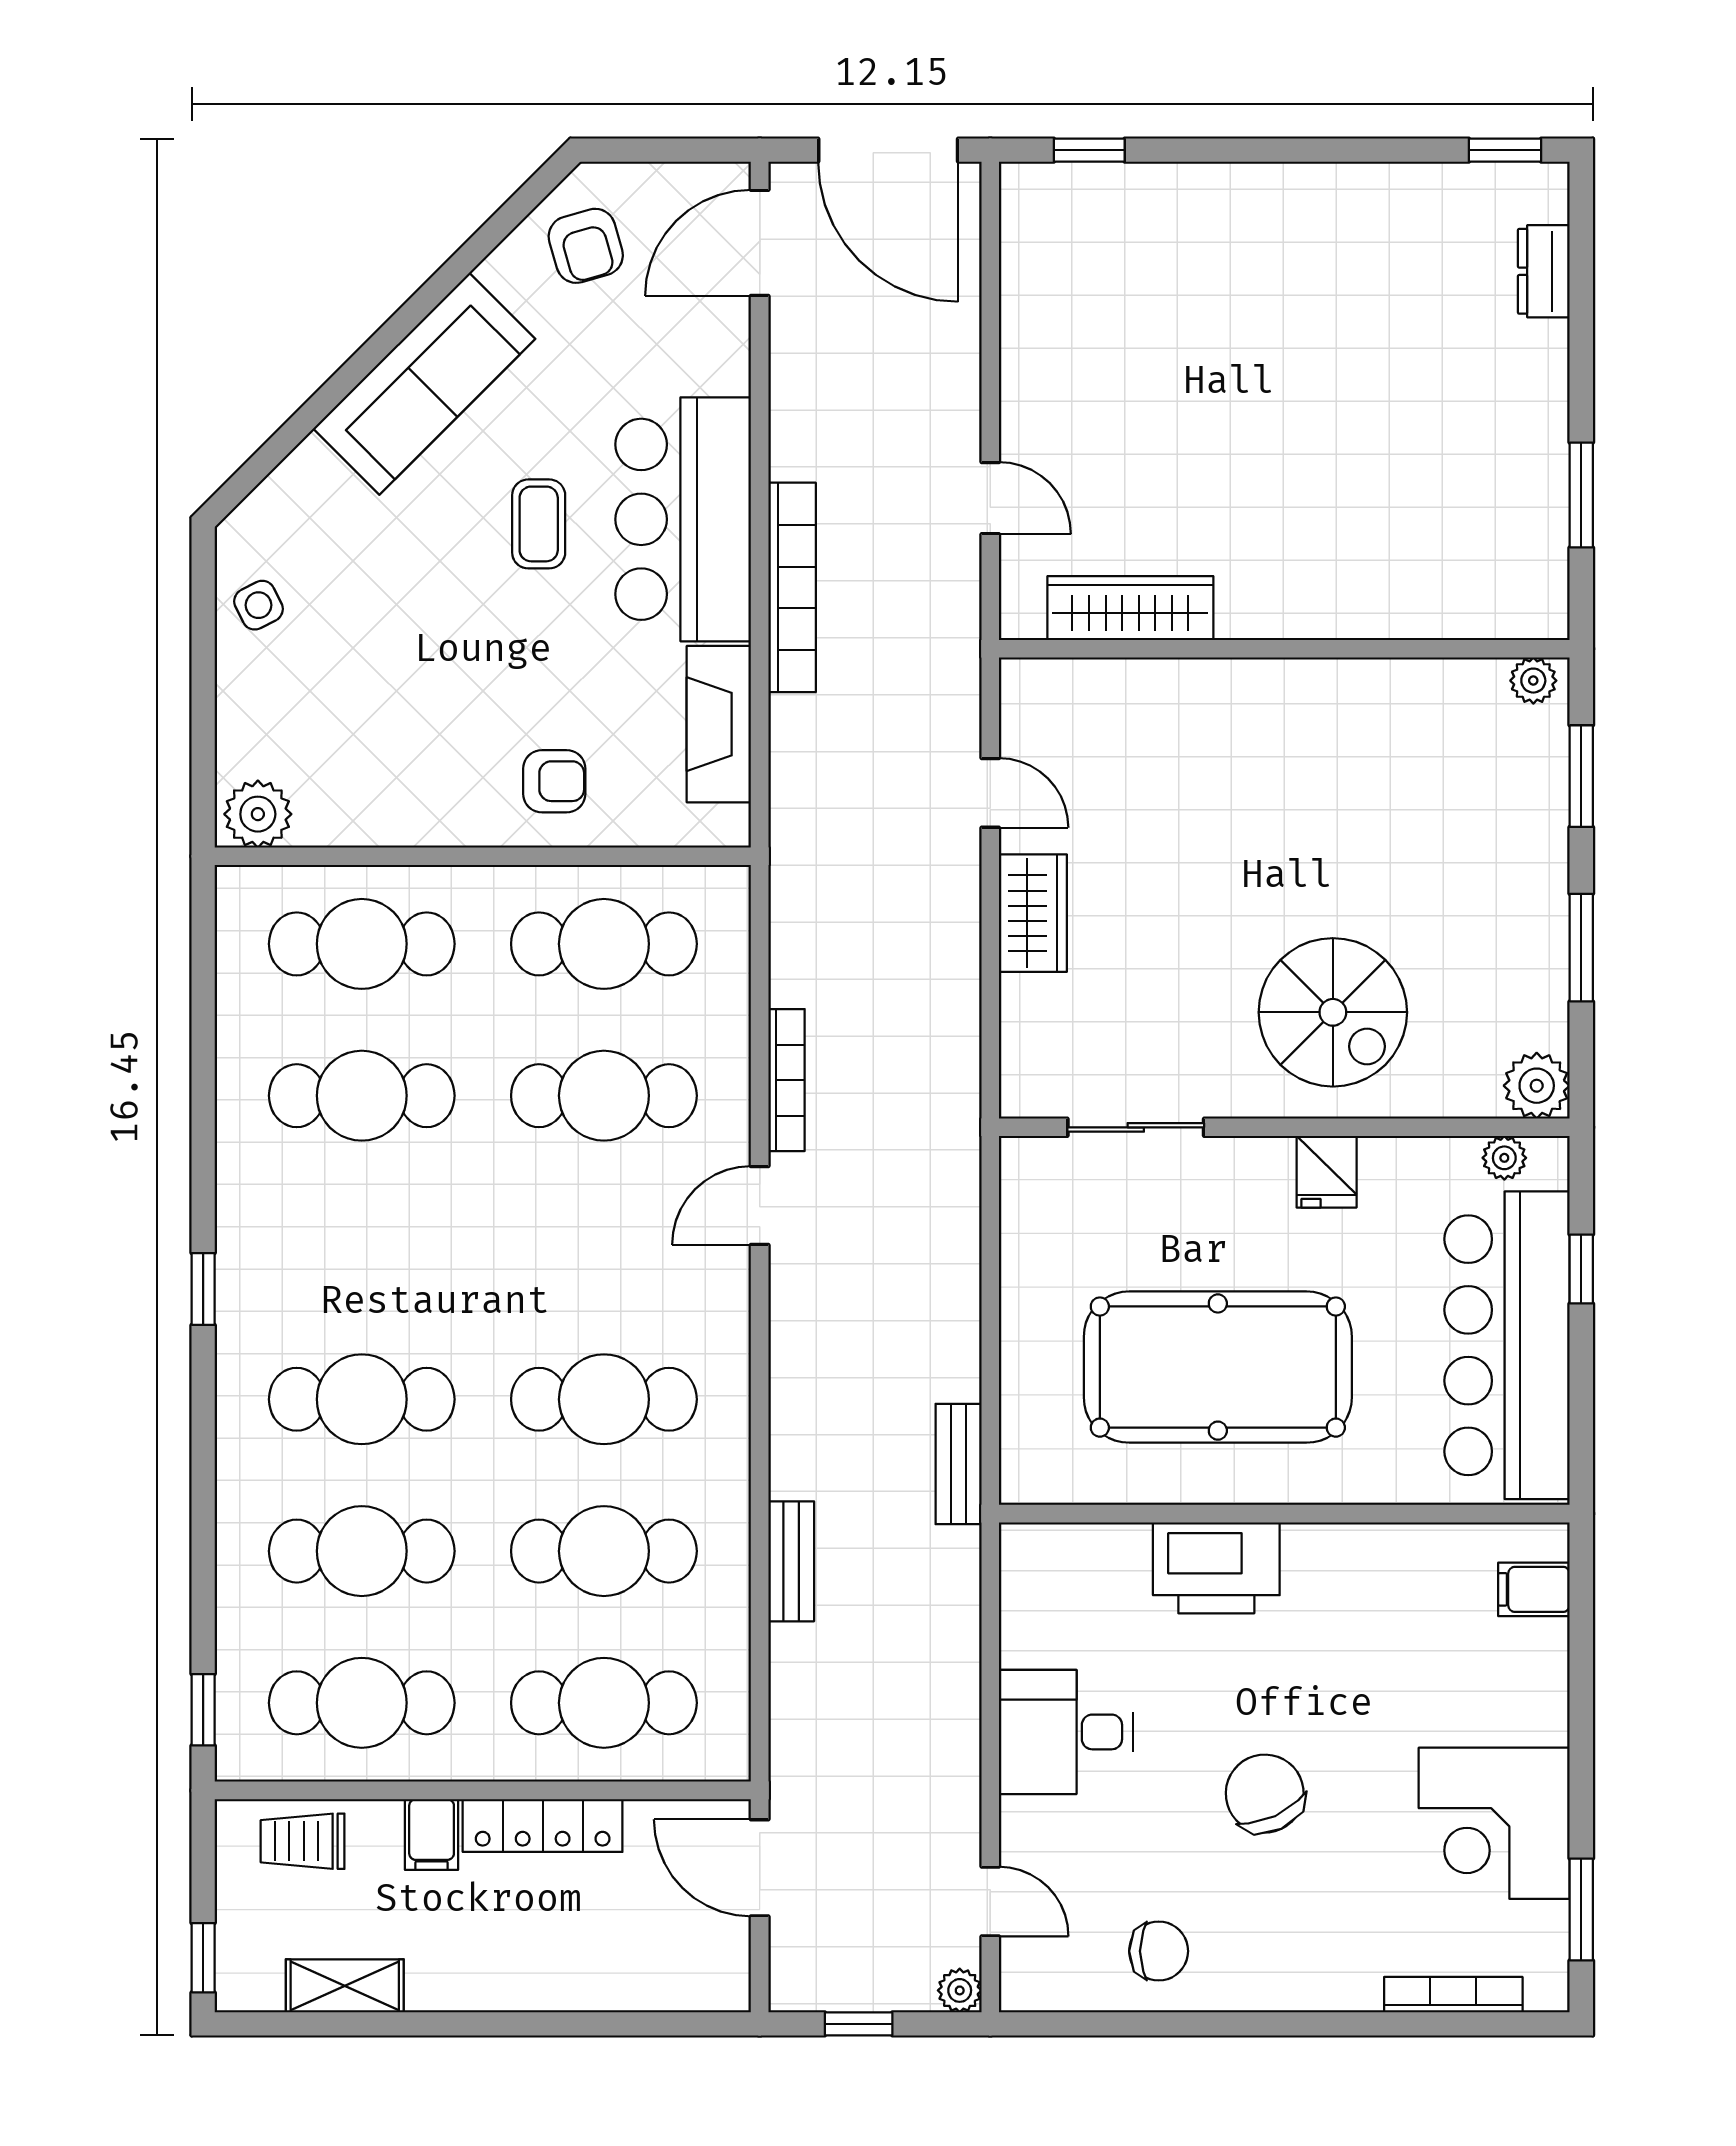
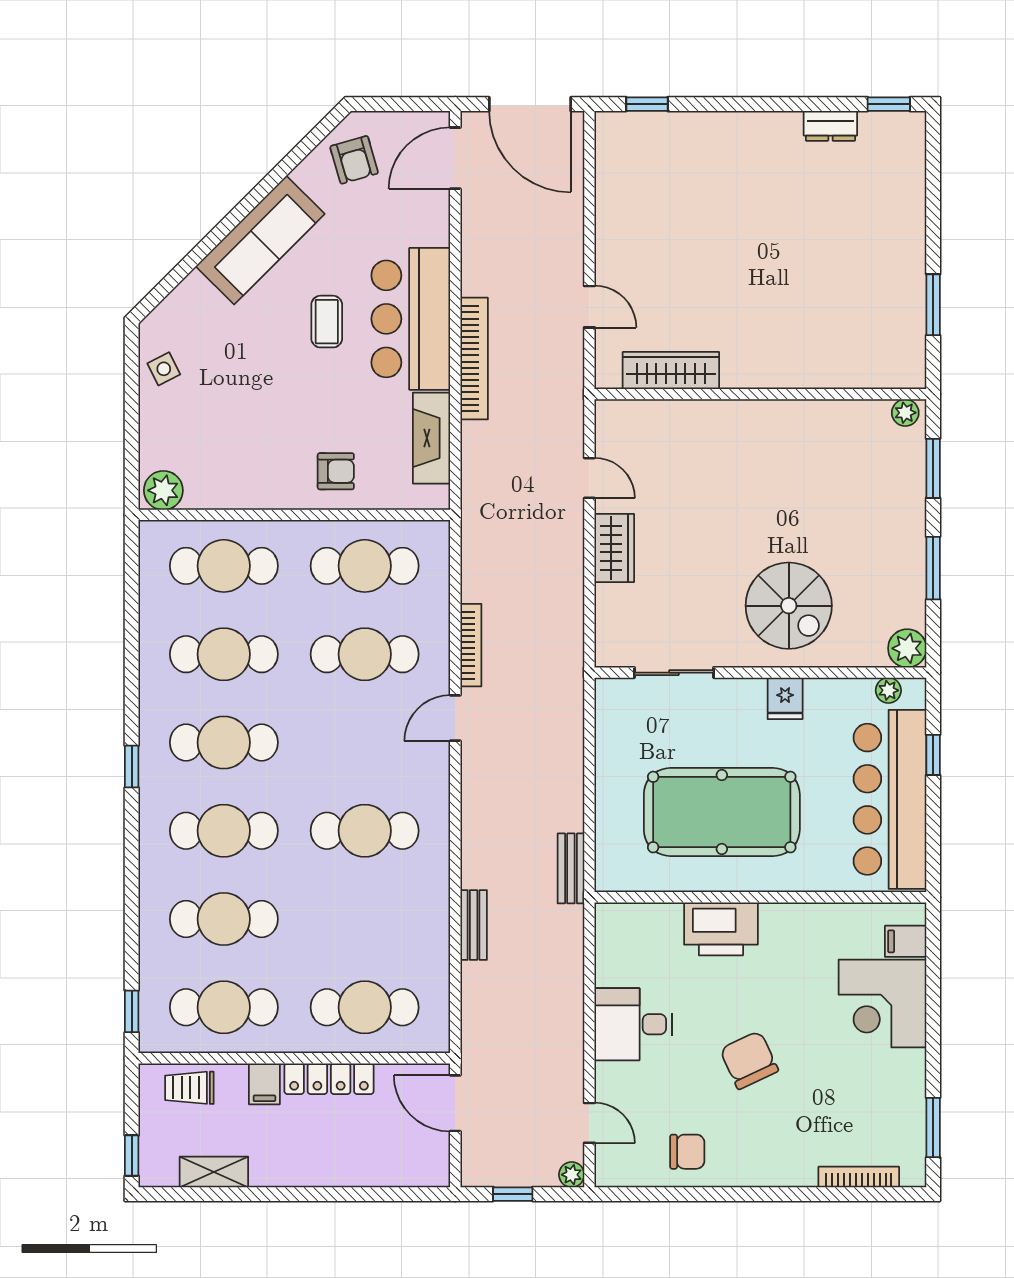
dresser: (1544, 271) -> (830, 126), moved, turned -90
cafe table: (604, 1551) -> (224, 742), moved
corner desk: (1494, 1823) -> (883, 1004), moved

